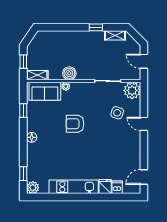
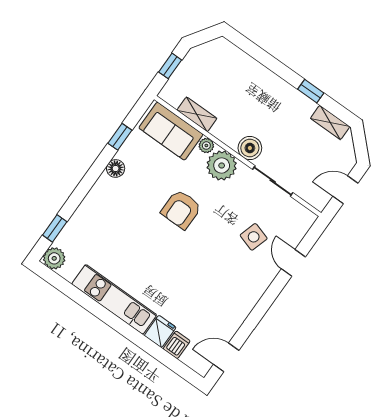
door: (144, 61) -> (345, 190), hinge flipped
boiler: (69, 73) -> (250, 148), moved
shelving: (37, 75) -> (197, 114), moved
plant: (132, 90) -> (222, 165), moved
armchair: (75, 124) -> (181, 209), turned -90
door: (144, 124) -> (293, 263), moved
floor lamp: (32, 137) -> (116, 168), moved

